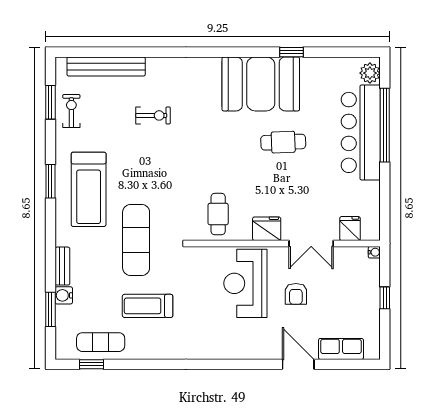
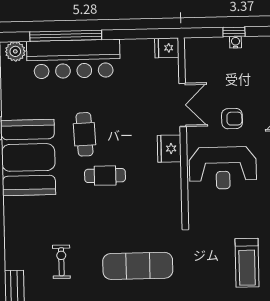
cafe table: (218, 214) -> (105, 176), moved
fridge: (350, 229) -> (167, 48), moved
exercise mat: (136, 240) -> (138, 266), moved
water cooler: (374, 252) -> (235, 42), moved

